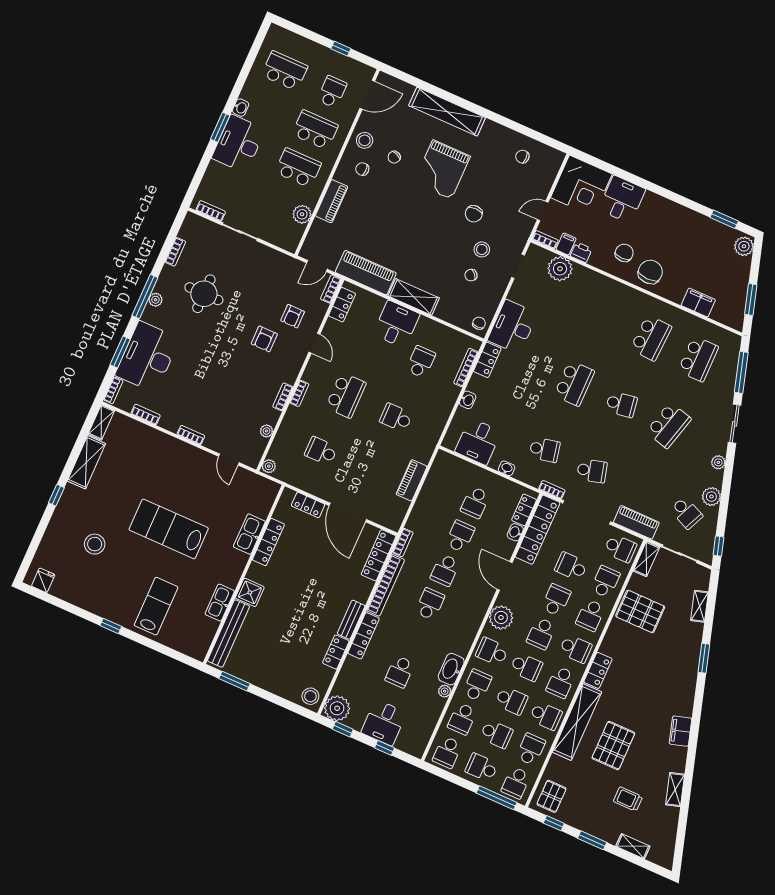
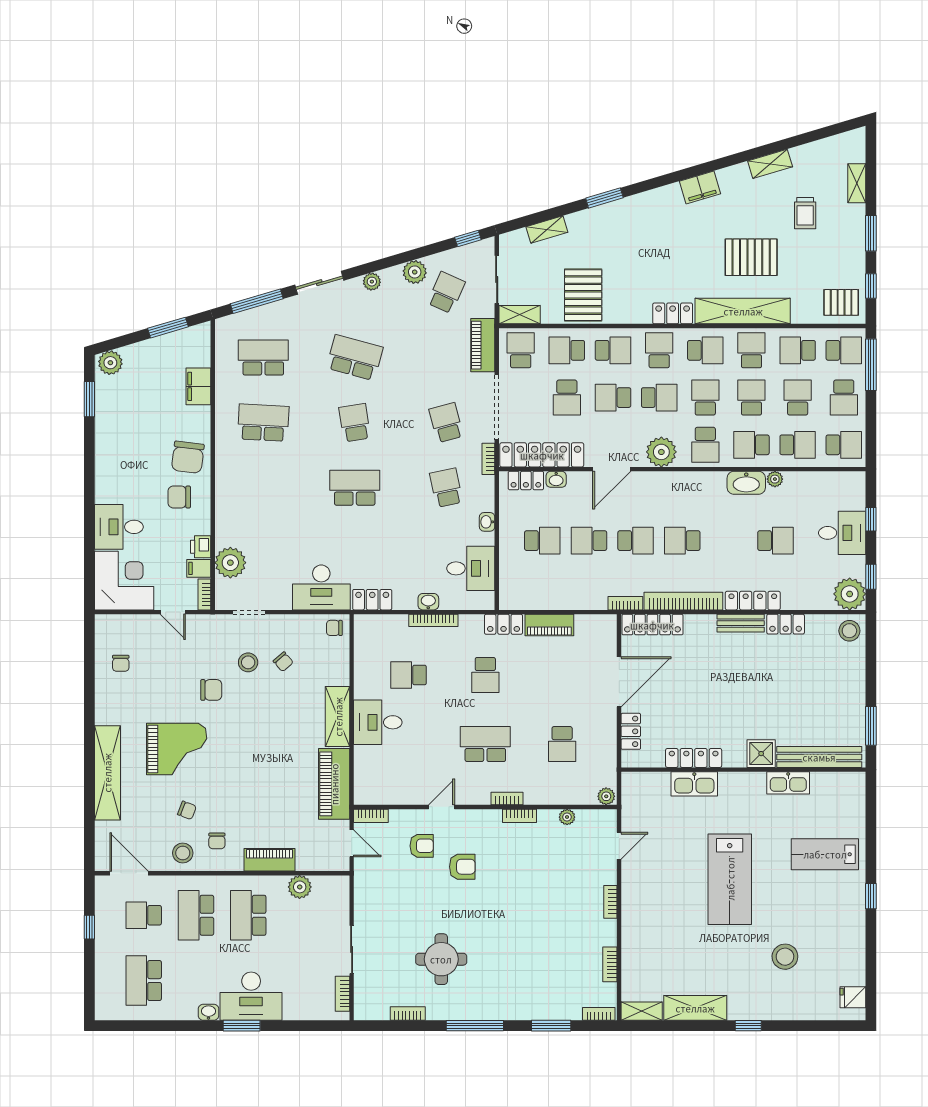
chair: (650, 272) -> (188, 457), turned -83
plant: (155, 300) -> (473, 1012), removed
locker: (342, 305) -> (504, 624), moved, turned 180
desk: (147, 357) -> (543, 992), removed
bookcase: (466, 368) -> (433, 620), moved

